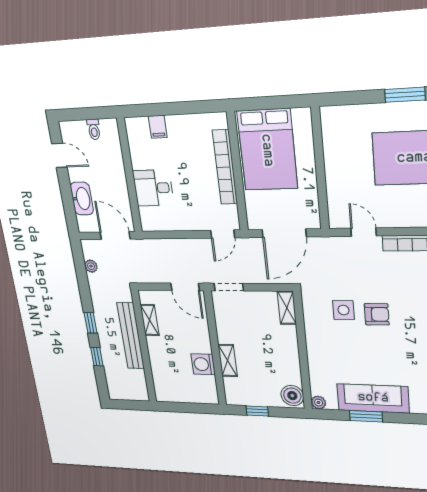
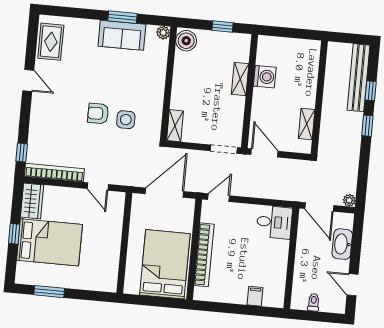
desk: (153, 188) -> (274, 222), moved
plant: (91, 266) -> (349, 200), moved
bench: (131, 336) -> (359, 78), moved
sofa: (373, 398) -> (122, 35), width x0.73

